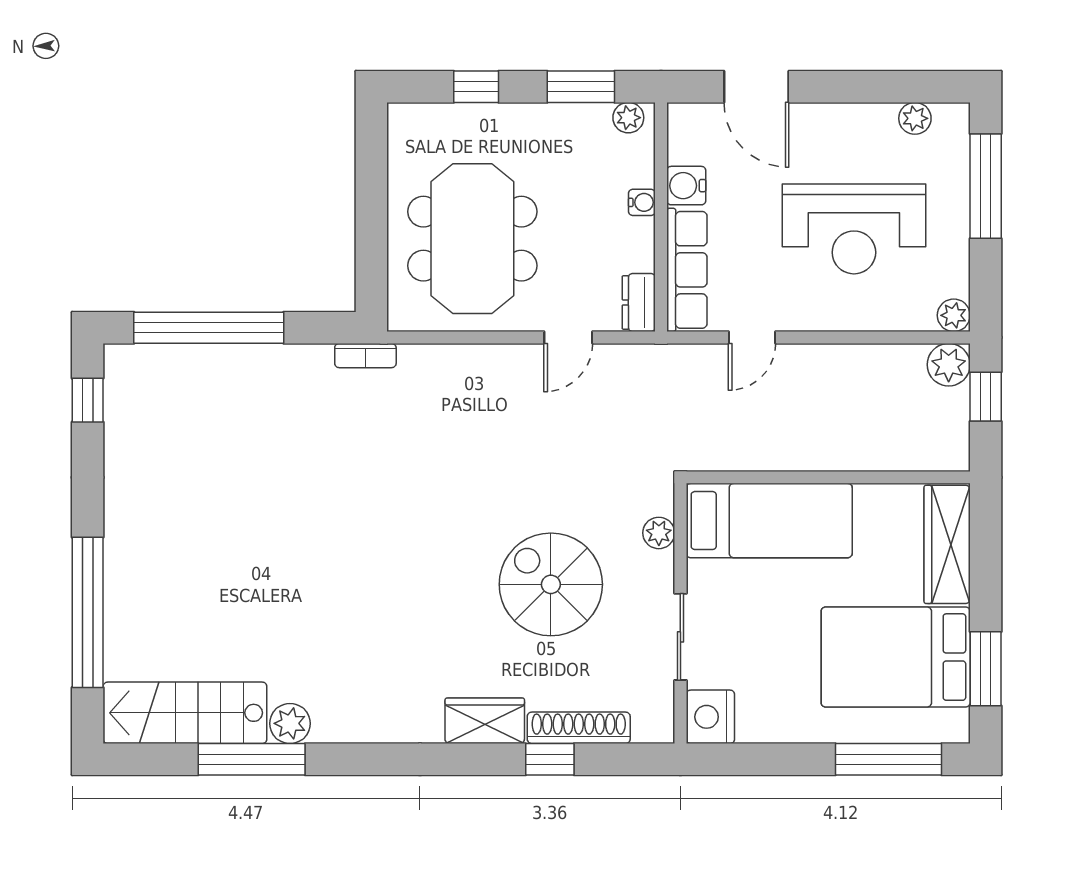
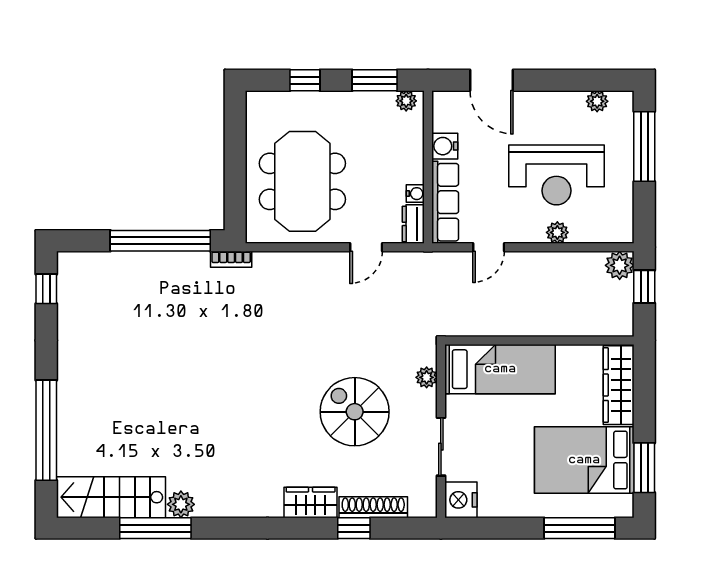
water cooler: (642, 202) -> (415, 194), moved
plant: (954, 315) -> (557, 232), moved
window: (209, 328) -> (160, 241), moved

